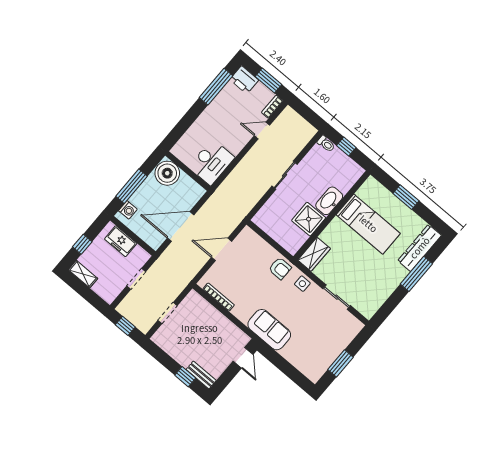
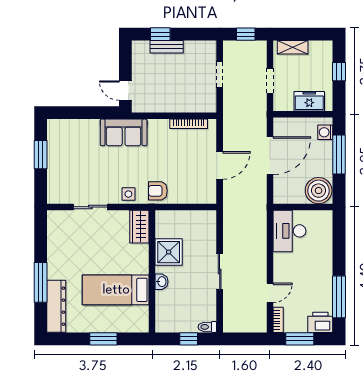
washbasin: (329, 201) -> (162, 282), width x0.52, depth x0.69
shelving: (83, 274) -> (293, 47), moved
bench: (201, 375) -> (167, 47), moved

